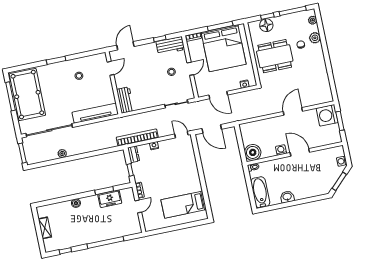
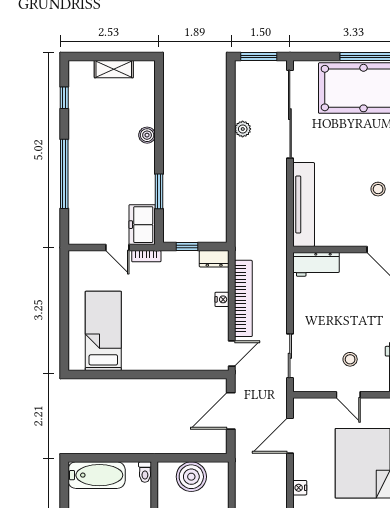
bookcase: (137, 137) -> (243, 298), moved
boiler: (253, 152) -> (191, 477), moved
freezer: (110, 199) -> (142, 225), moved

